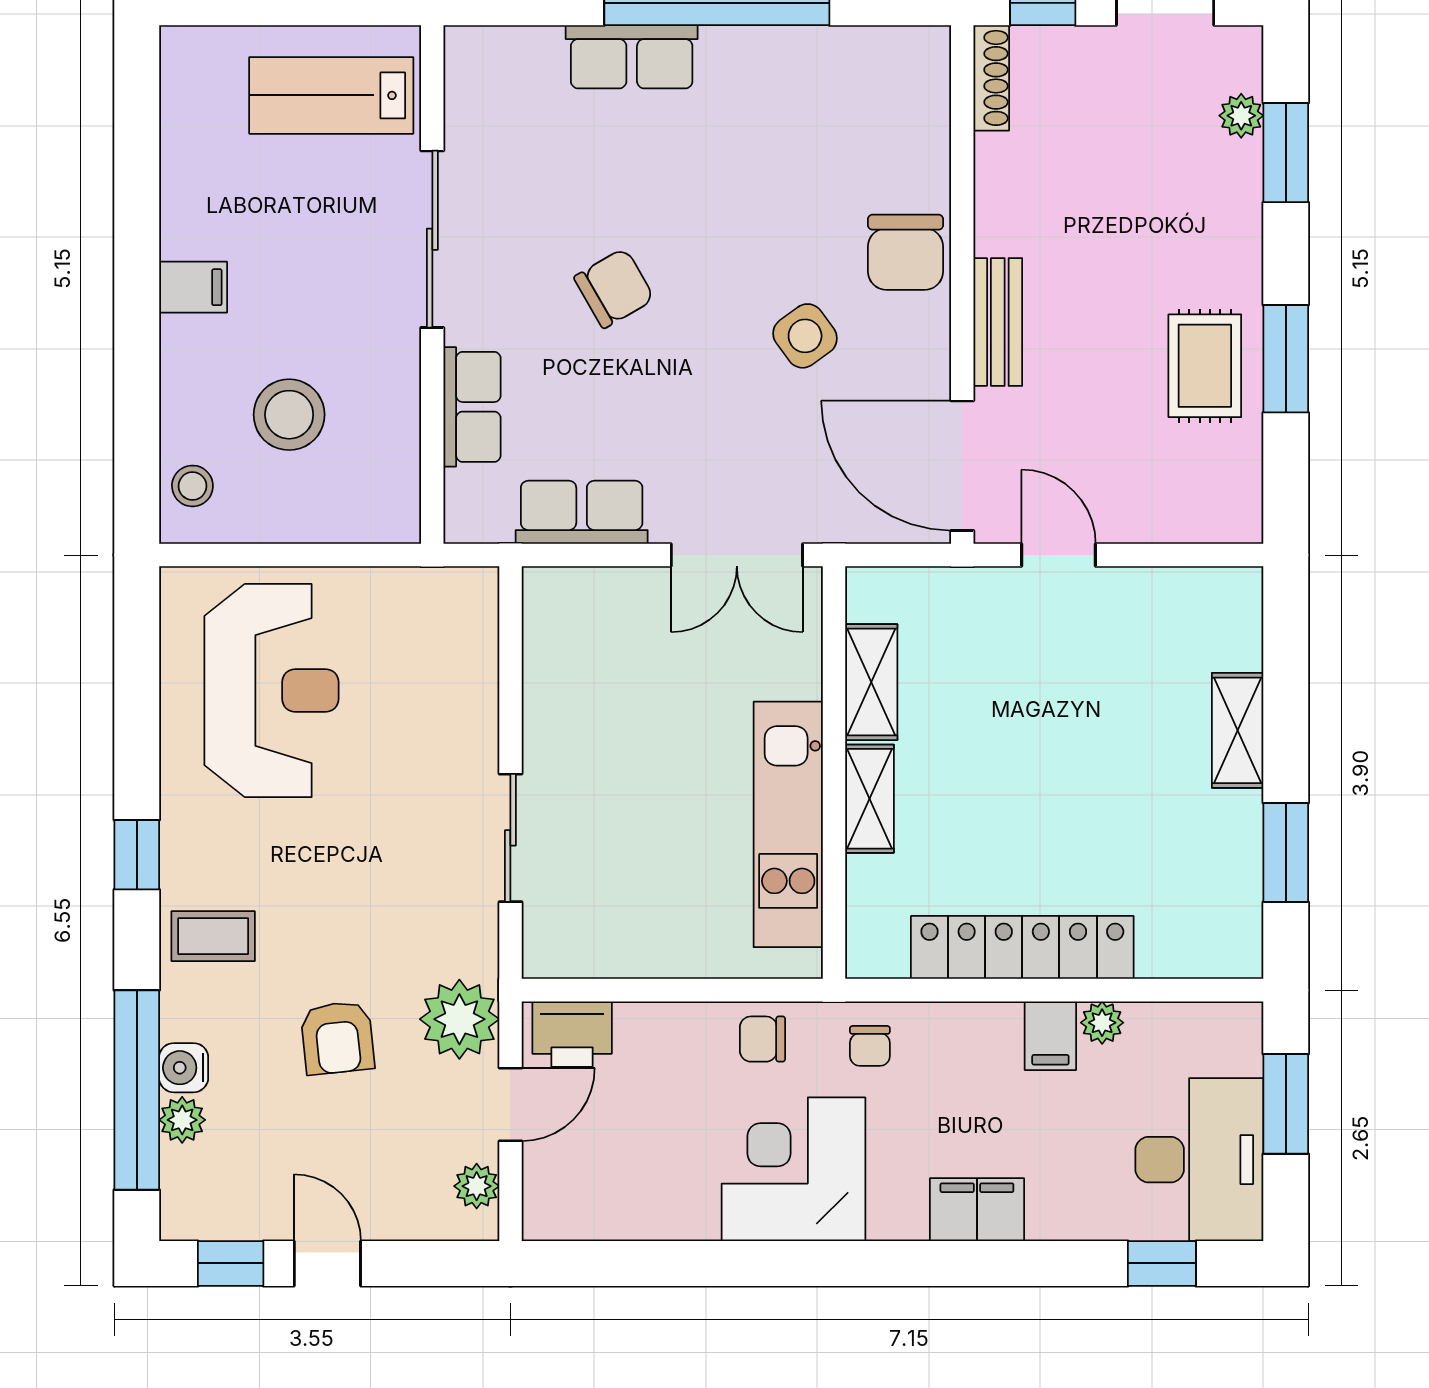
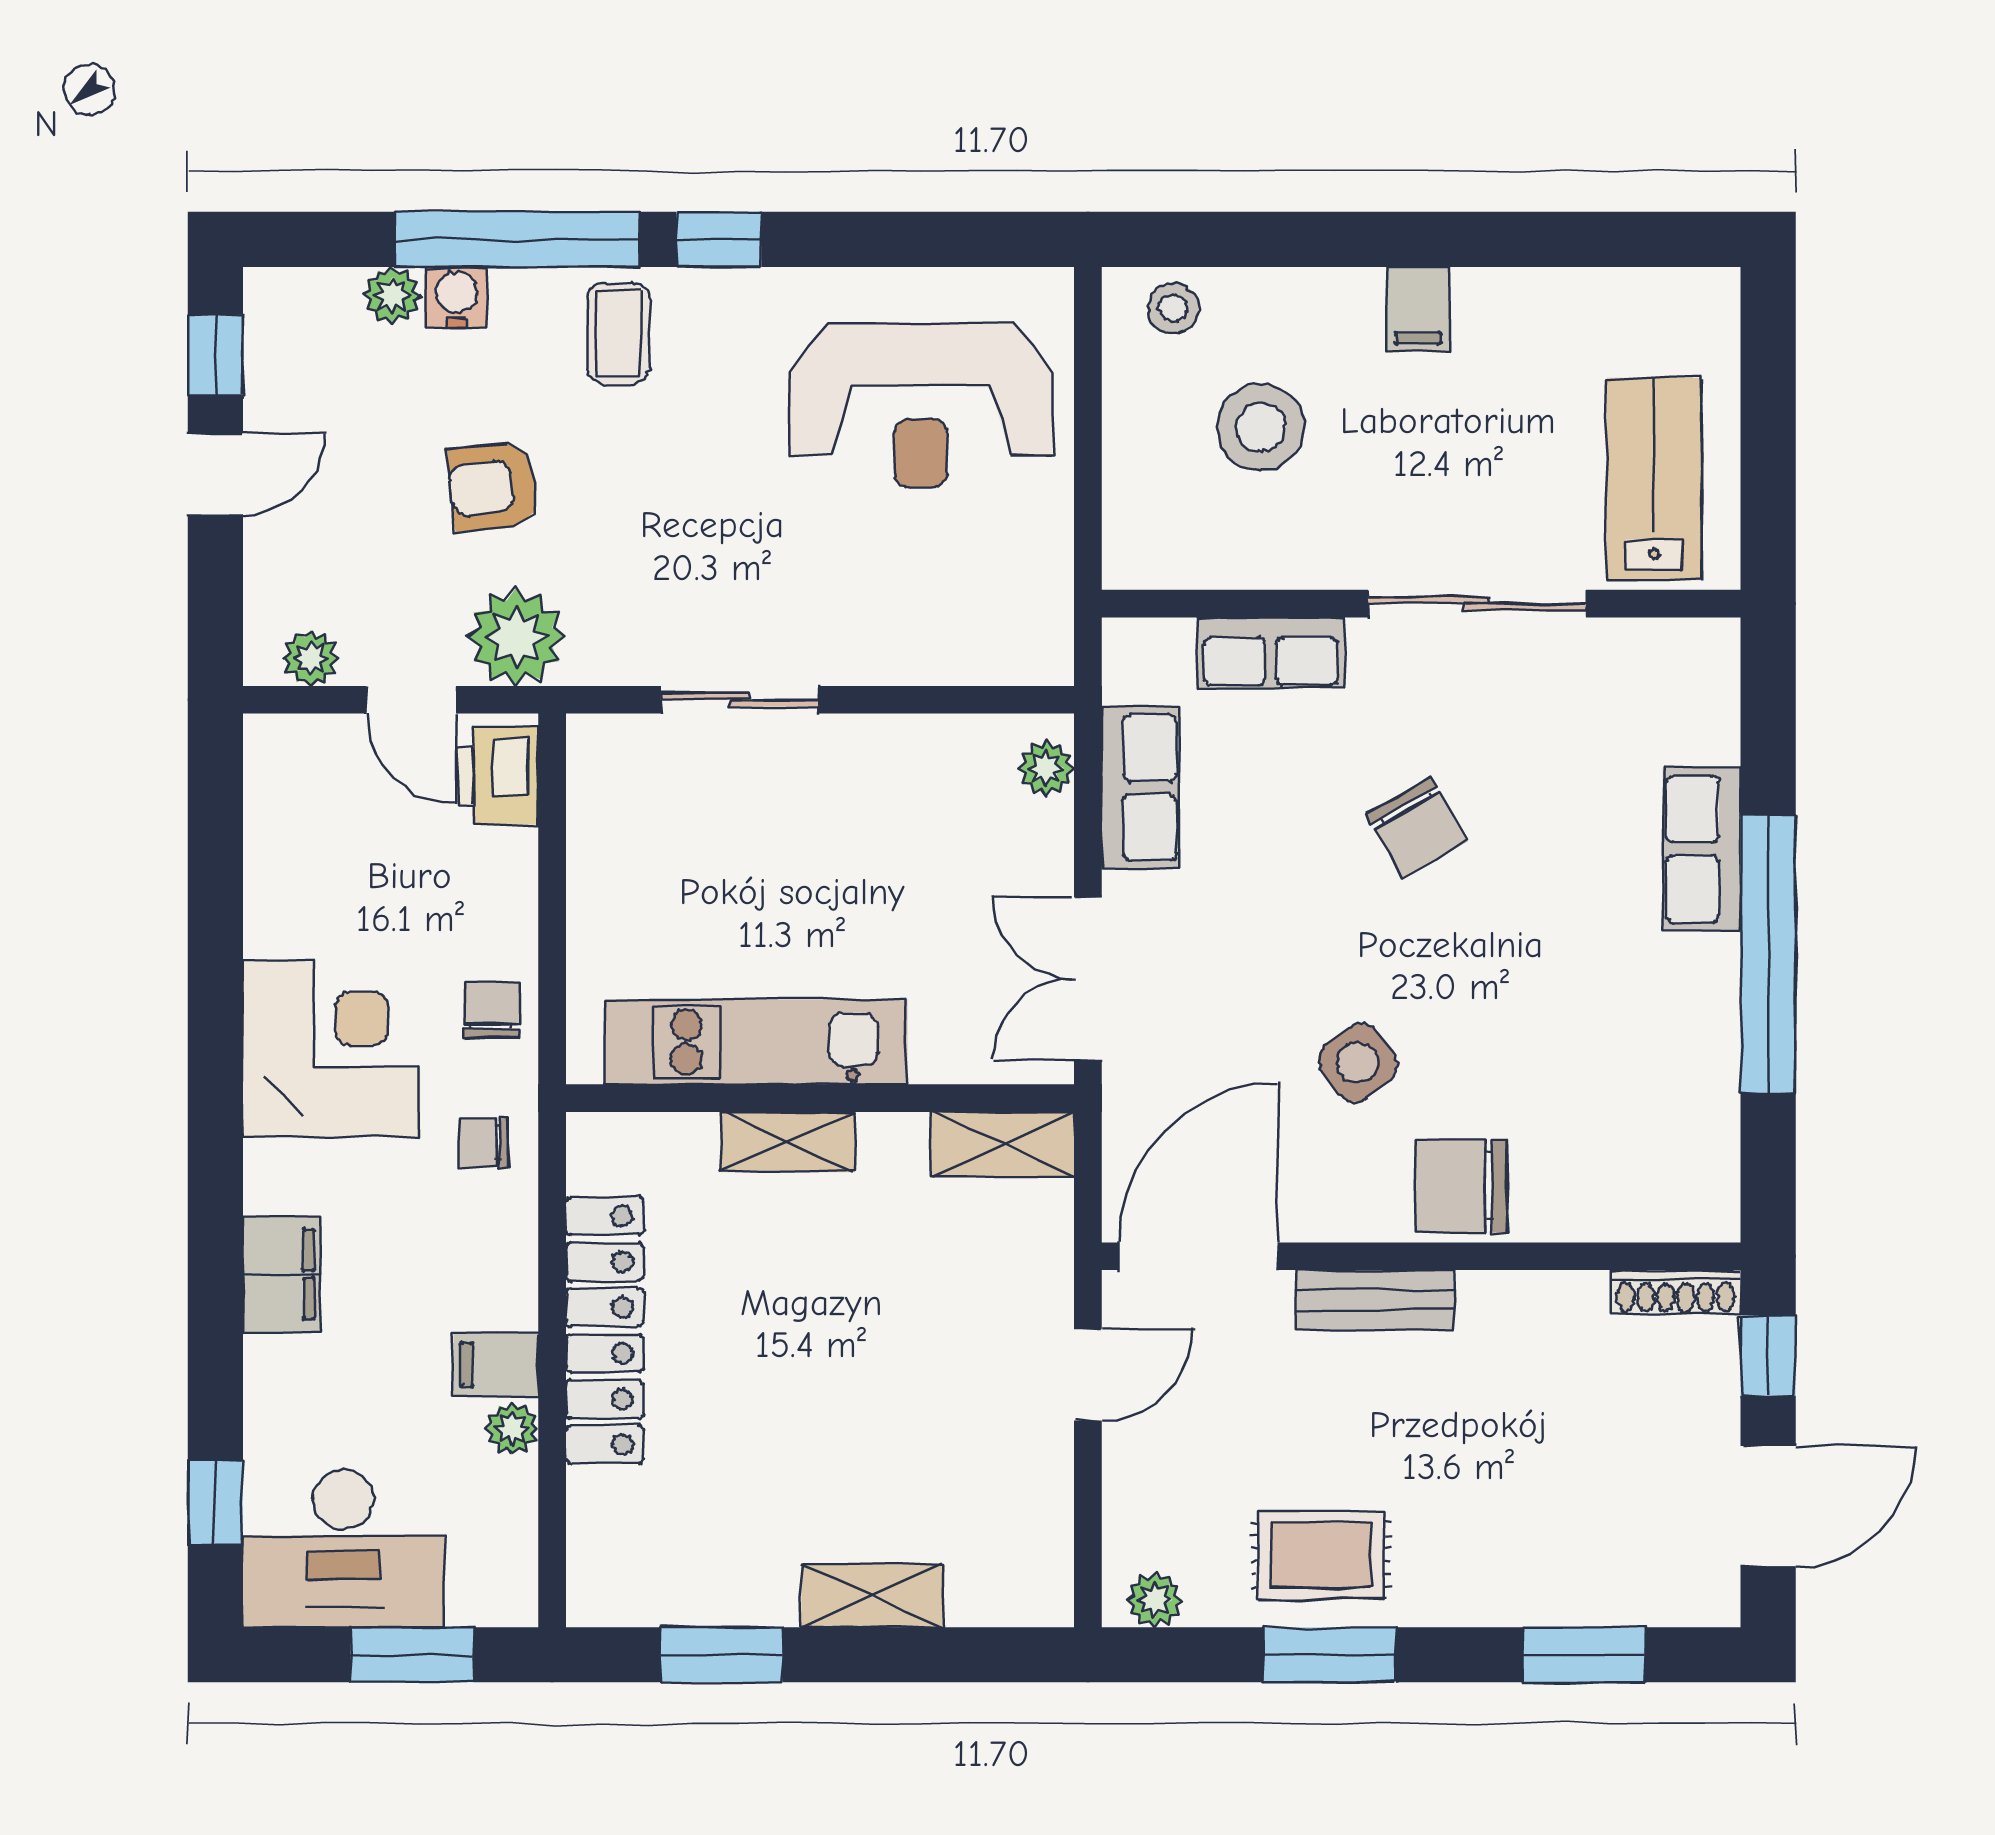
plant: (1241, 116) -> (1155, 1600), moved
plant: (566, 589) -> (1046, 768), added
shelving: (871, 682) -> (1003, 1144), moved
window: (137, 1090) -> (517, 239), moved

